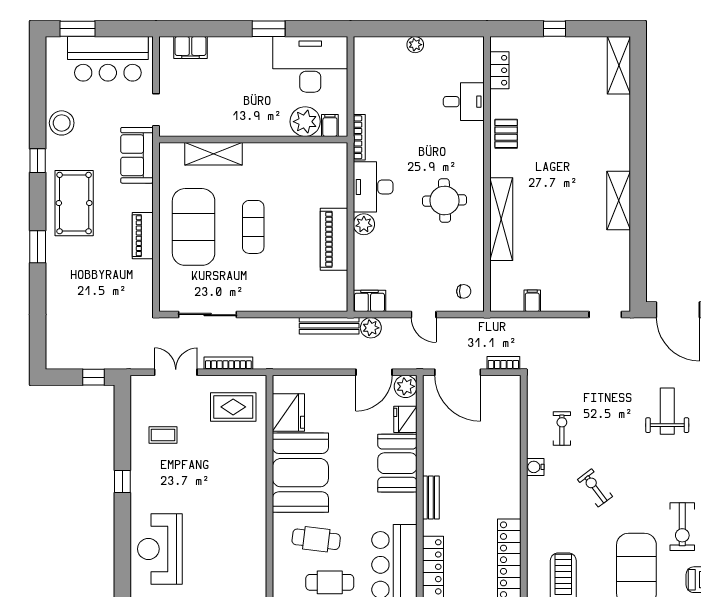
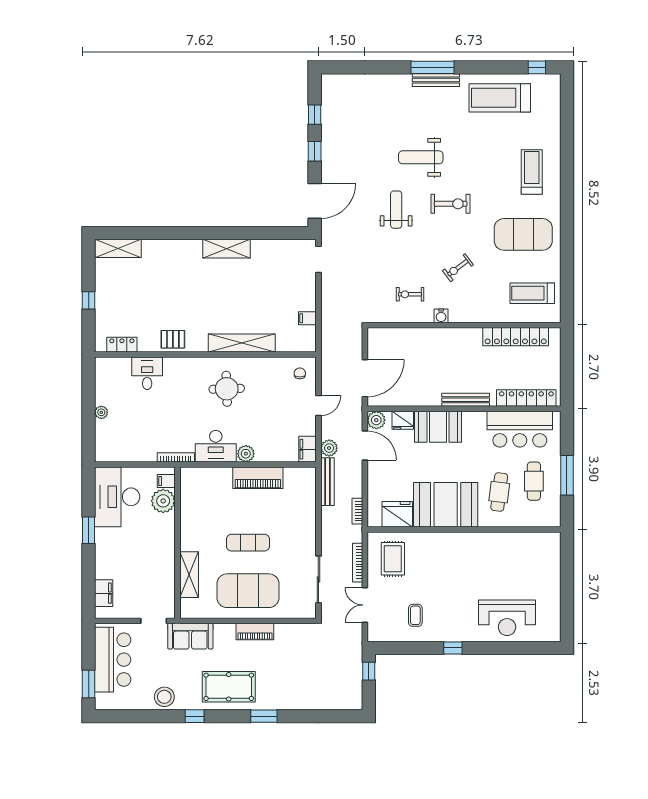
bookcase: (503, 363) -> (357, 511), moved
weight bench: (667, 411) -> (396, 210), turned 90
bench: (431, 497) -> (466, 400), width x1.36
exercise bike: (682, 527) -> (451, 204), moved

